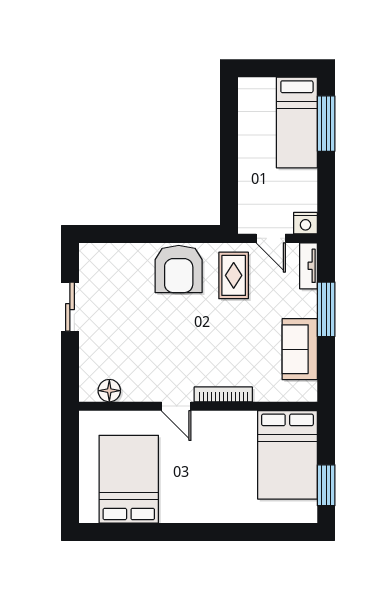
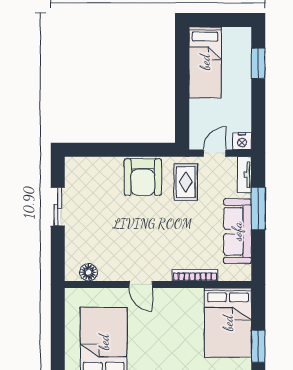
bed: (297, 123) -> (205, 62), moved
window: (326, 124) -> (258, 63), width x0.69
door: (271, 238) -> (215, 153), swing flipped
sofa: (300, 349) -> (237, 231), width x1.36
bookcase: (223, 394) -> (195, 275), moved

